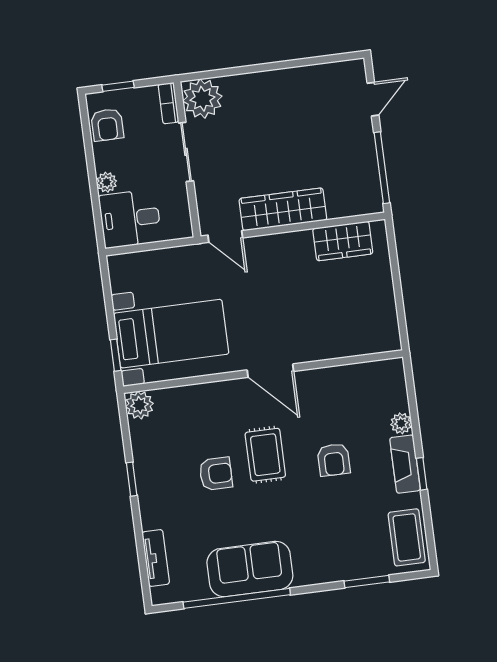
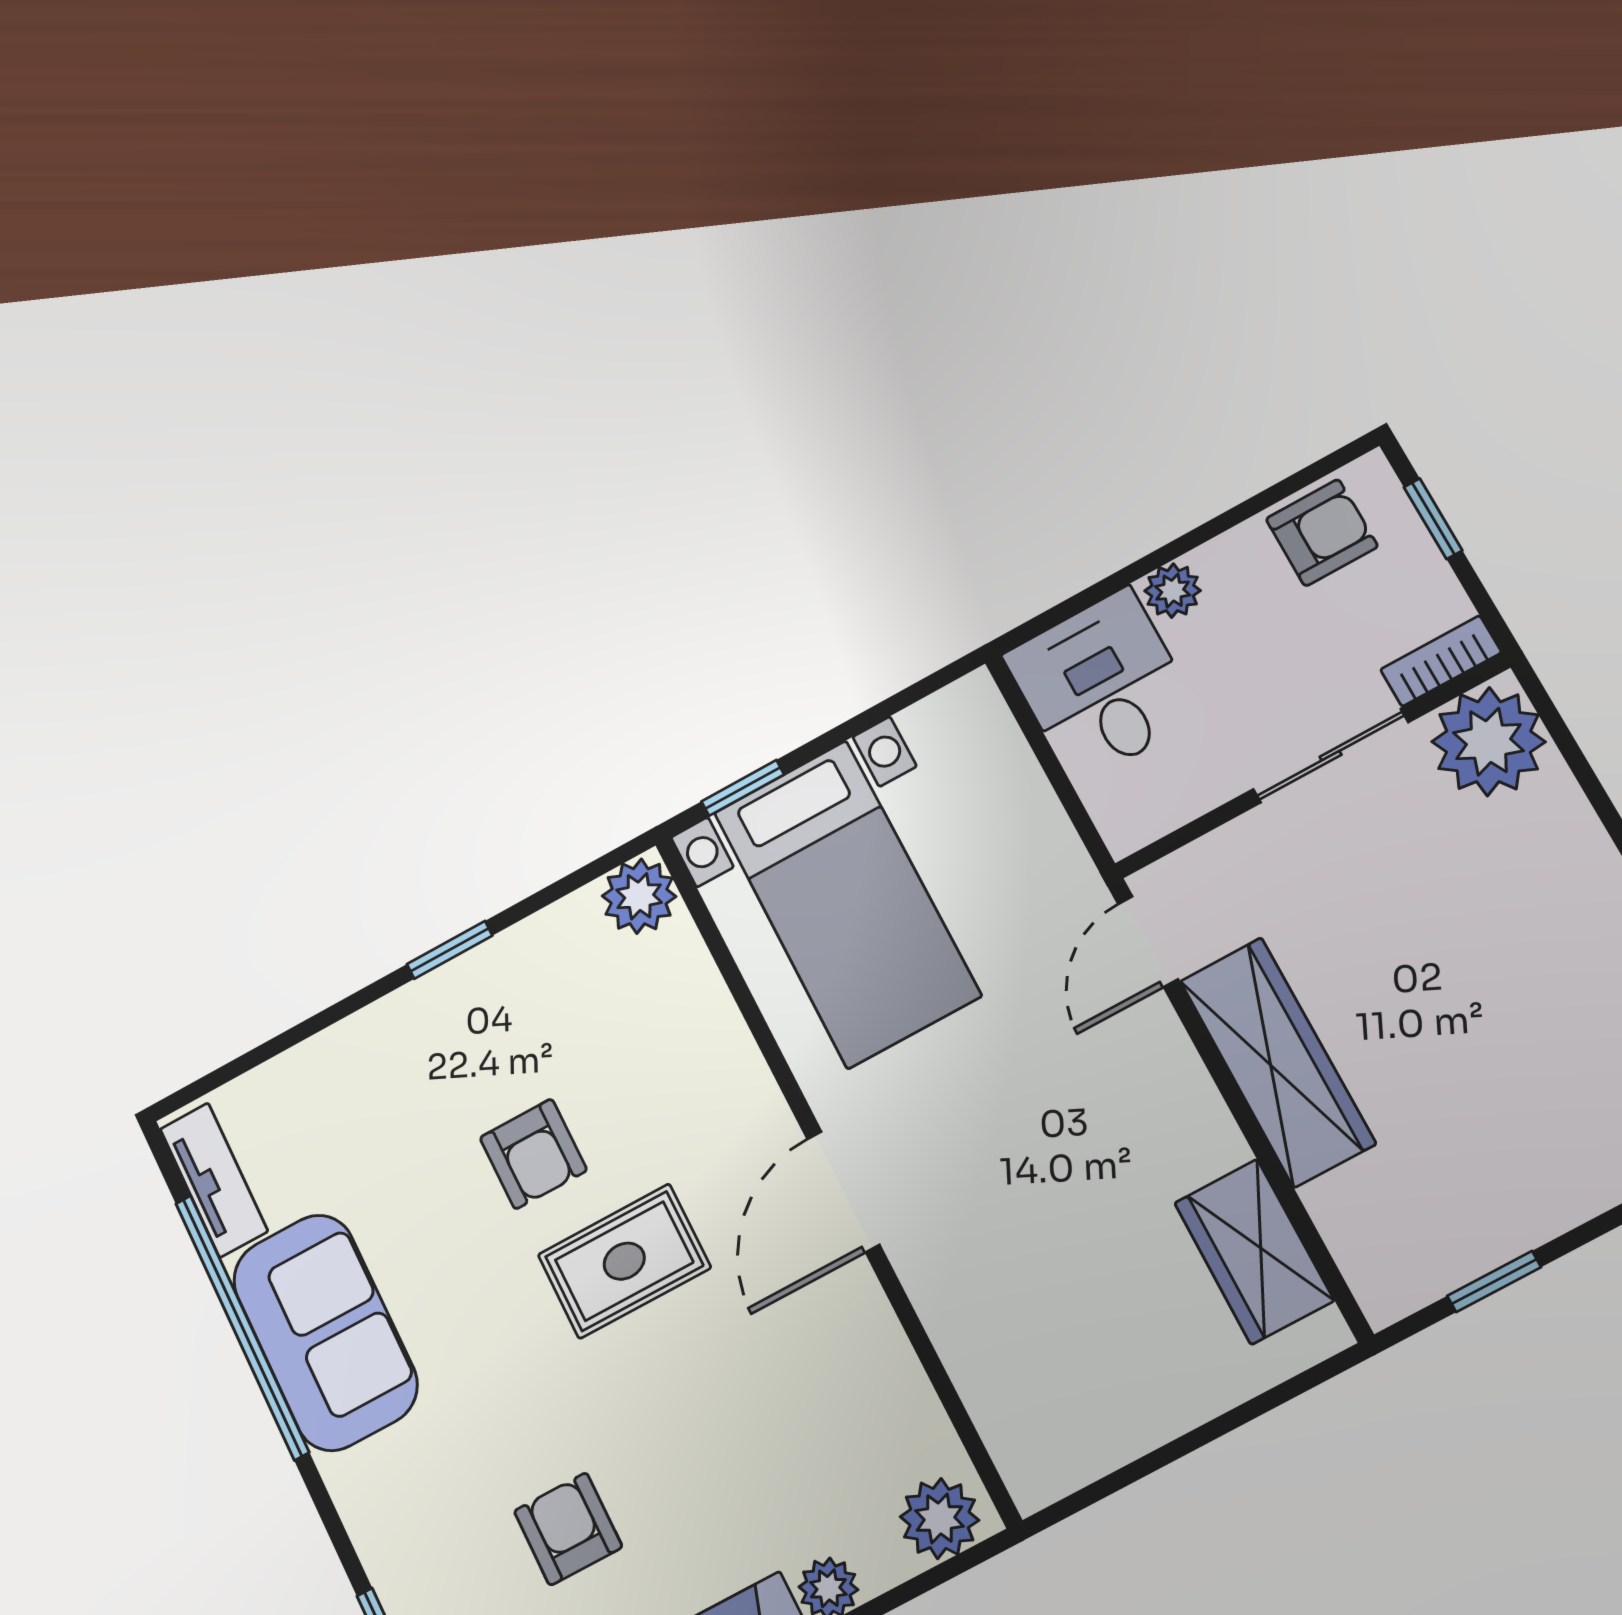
armchair: (107, 125) -> (1322, 533), turned 180
window: (382, 168) -> (1494, 1281), width x0.46
plant: (392, 378) -> (939, 1518), added
armchair: (334, 460) -> (568, 1529), moved, turned 90
tv unit: (156, 558) -> (214, 1180), moved, turned -90

